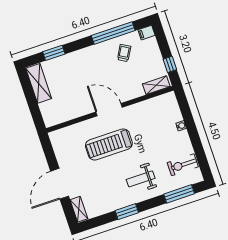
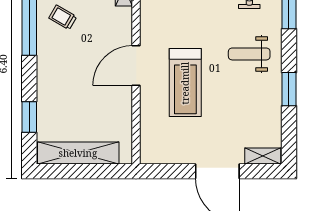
shelving: (39, 83) -> (78, 153), width x1.47
weight bench: (141, 179) -> (249, 54), turned 90

